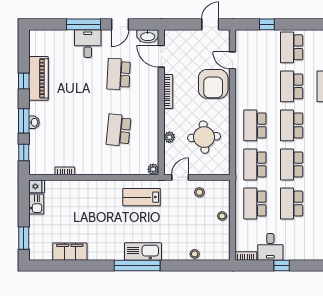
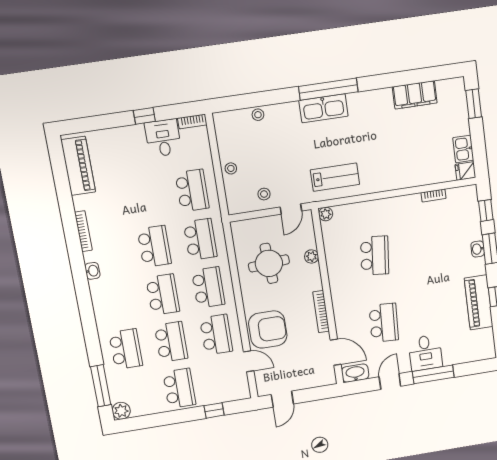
armchair: (213, 84) -> (268, 329), turned 90
school desk: (292, 203) -> (216, 335), moved

